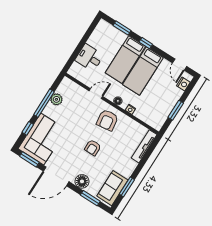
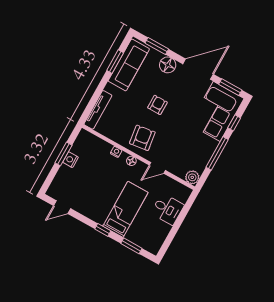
door: (180, 65) -> (62, 207), swing flipped
bed: (143, 71) -> (104, 197), removed
nightstand: (183, 84) -> (70, 160), moved
plant: (56, 99) -> (192, 177), moved
sofa: (112, 188) -> (129, 65), width x1.36

